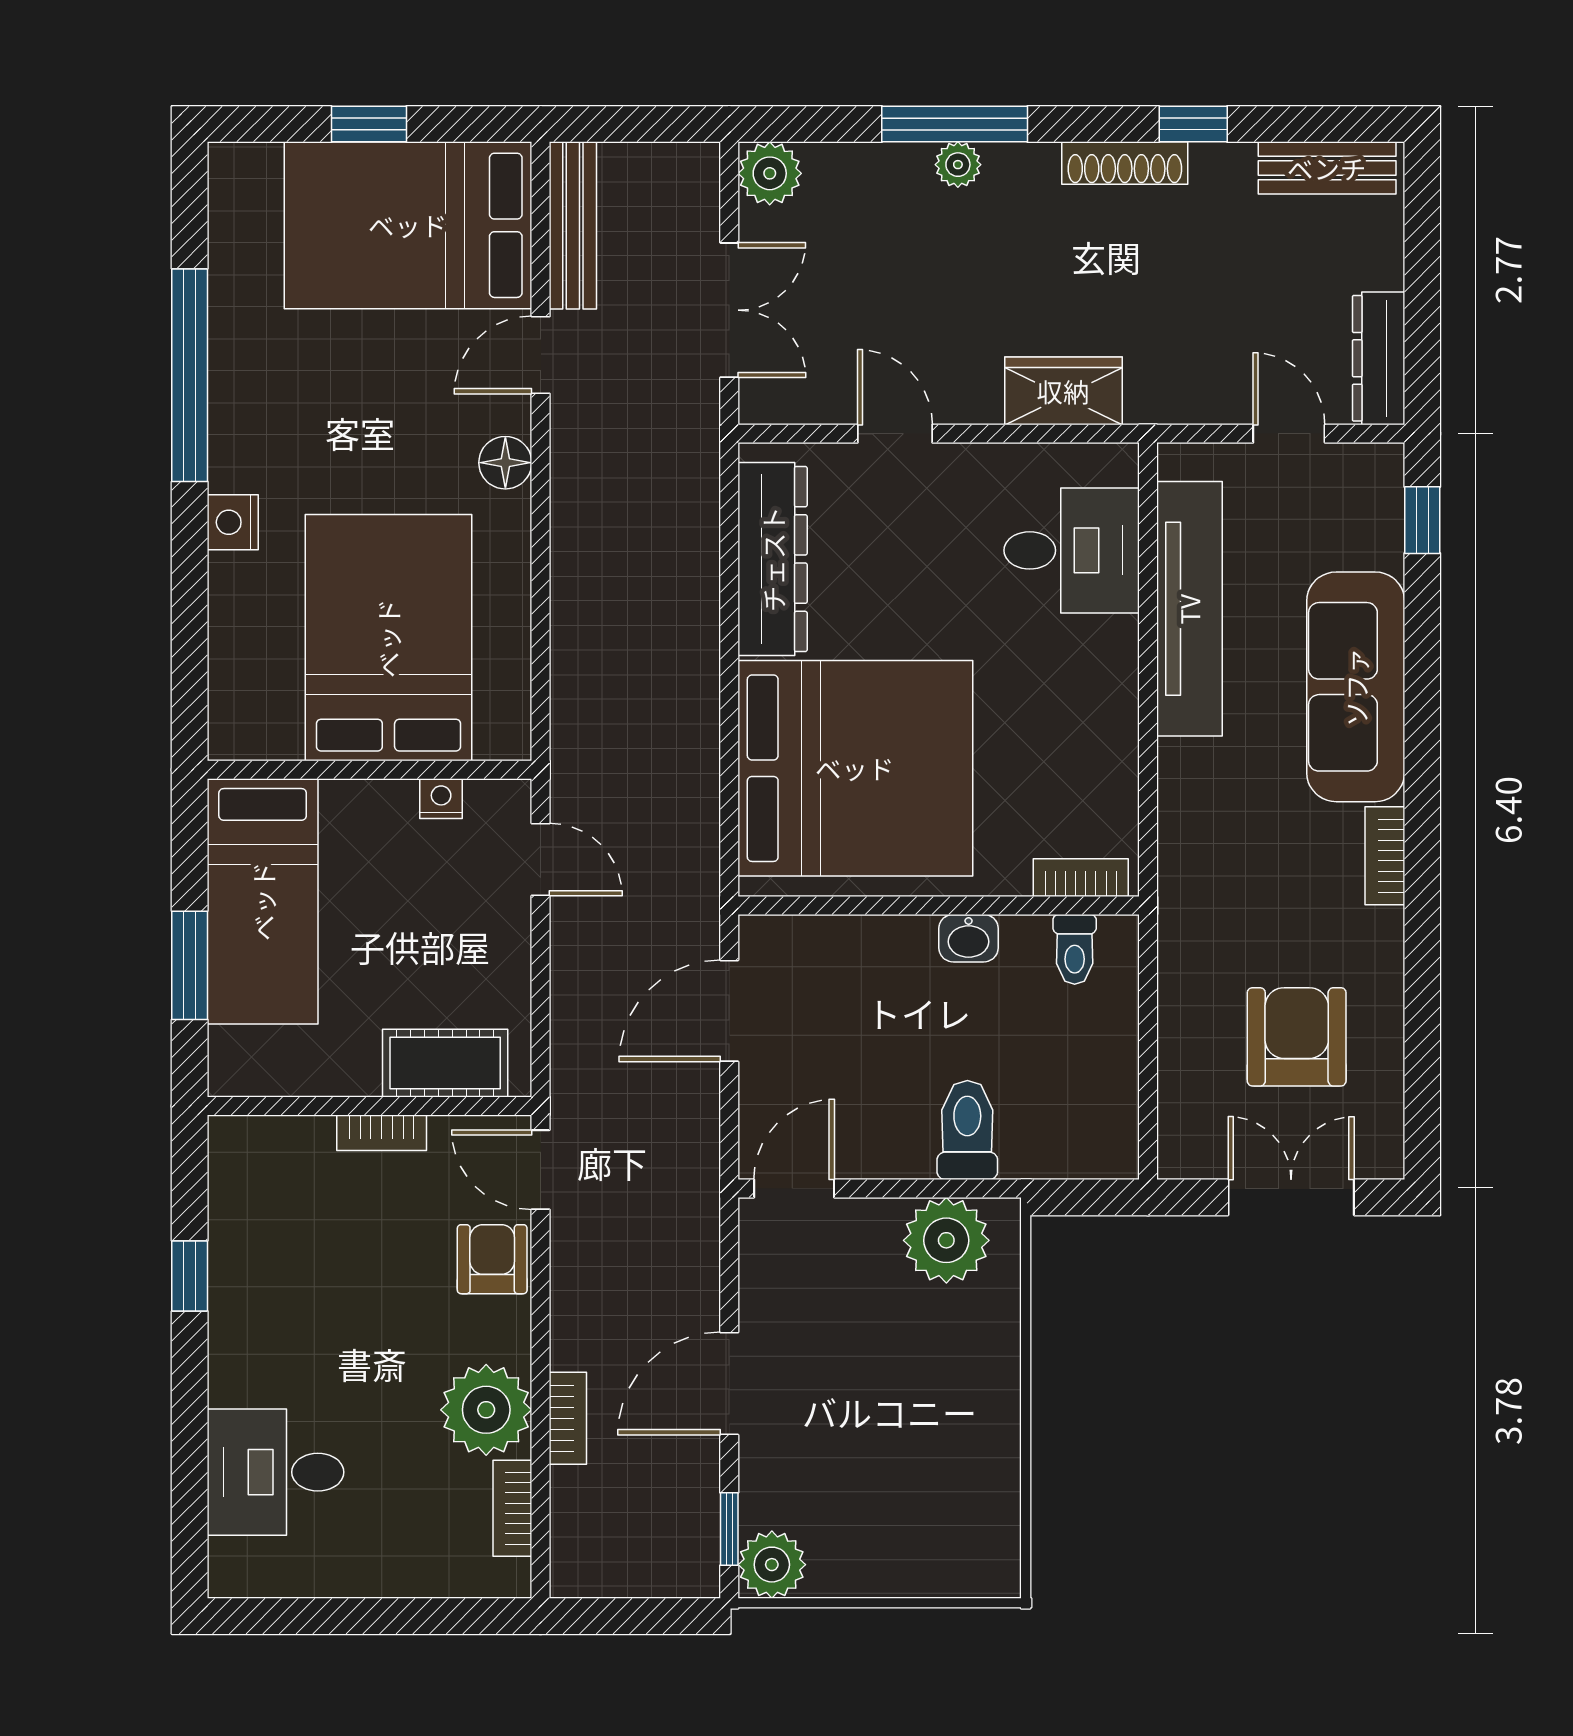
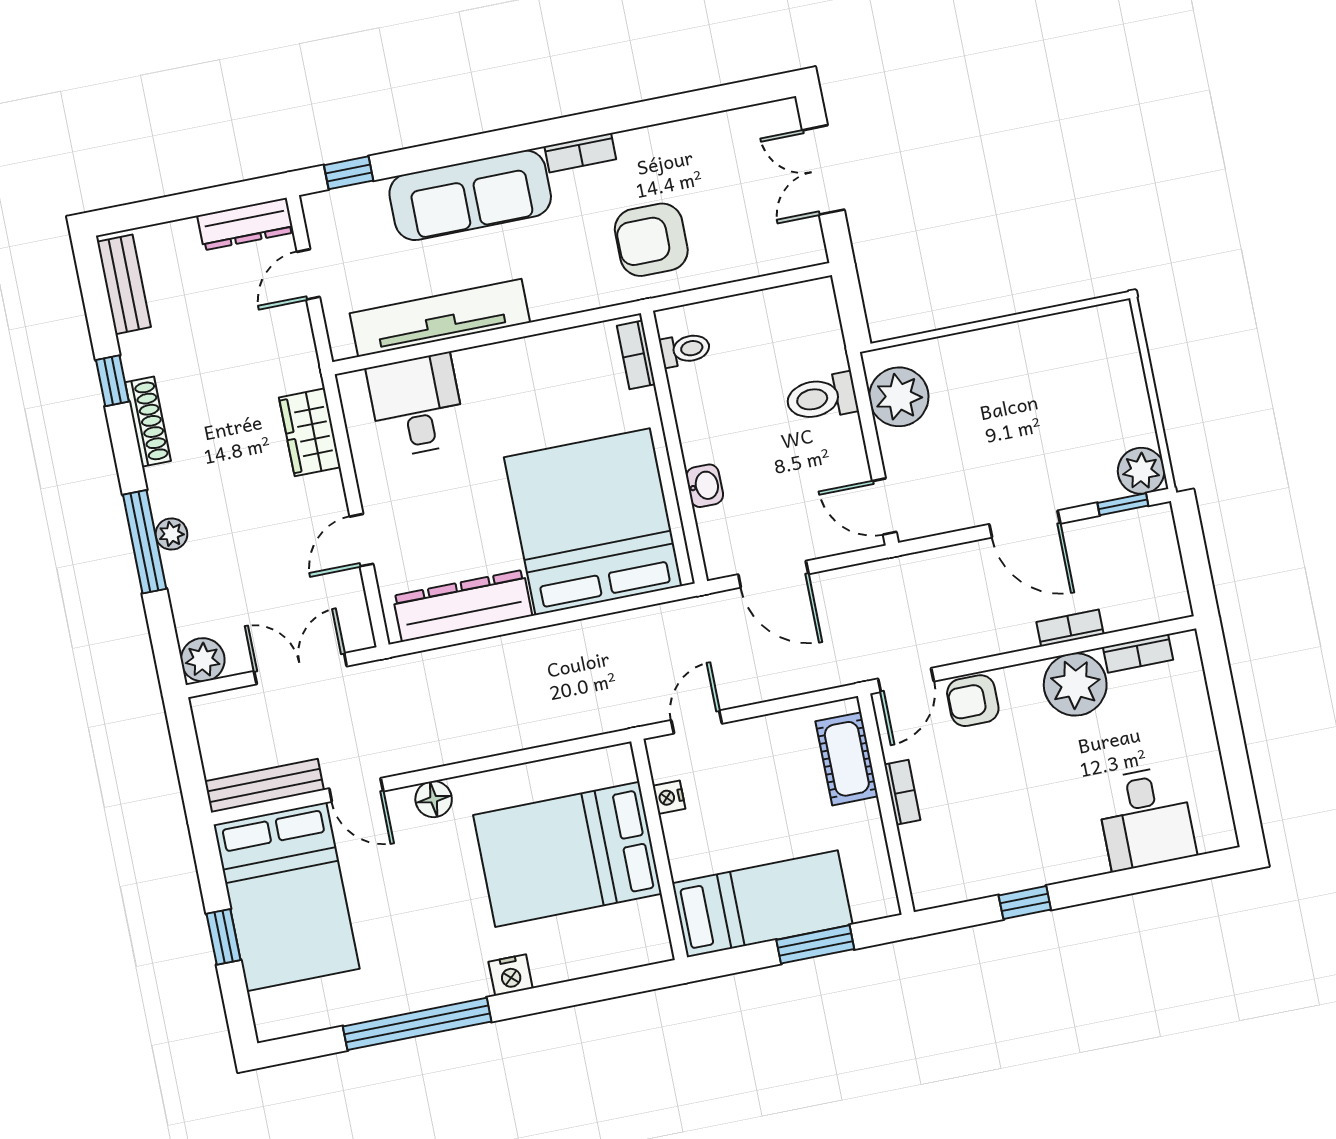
washbasin: (969, 938) -> (705, 486), moved
armchair: (1297, 1037) -> (651, 240), moved

